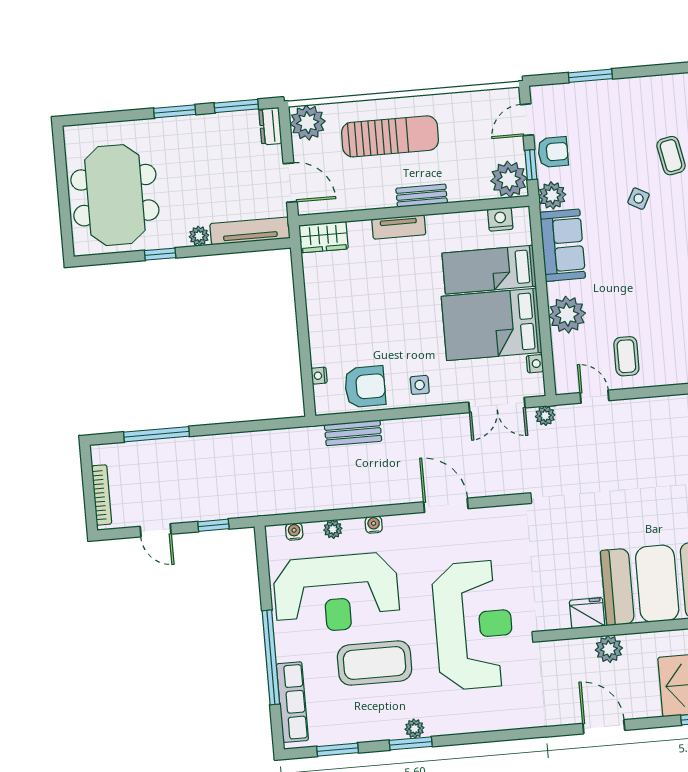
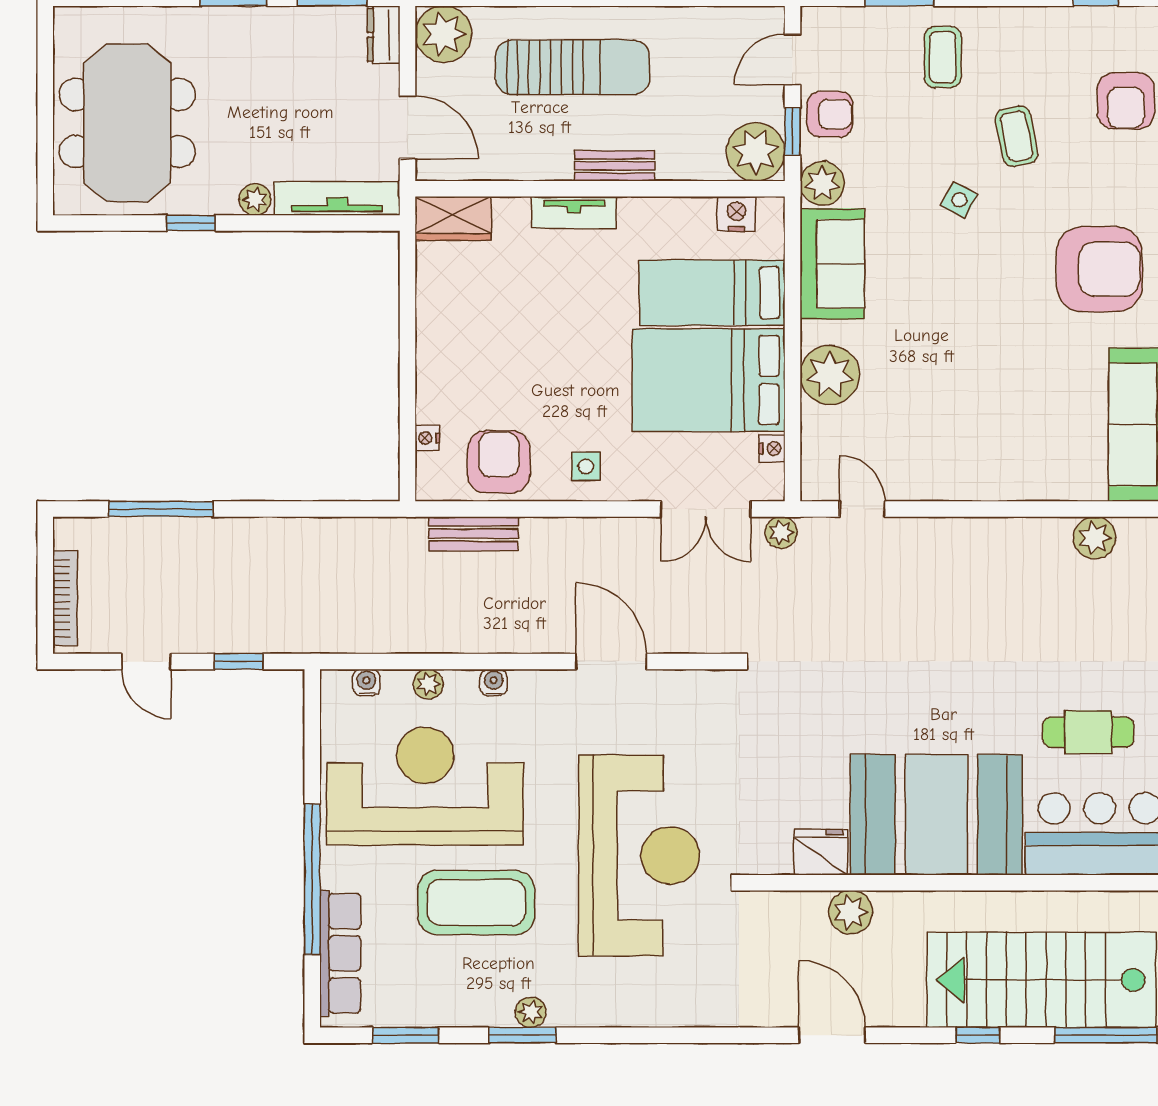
coffee table: (626, 356) -> (943, 57), moved
armchair: (365, 387) -> (499, 462), turned -90
reception desk: (336, 593) -> (425, 786), turned 180

